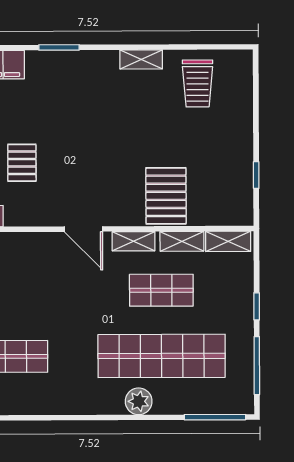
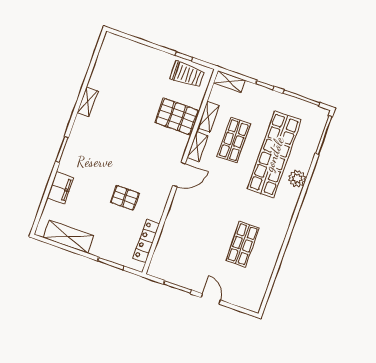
trolley: (198, 83) -> (187, 74), moved
shelving: (228, 241) -> (229, 81), moved, turned 90

